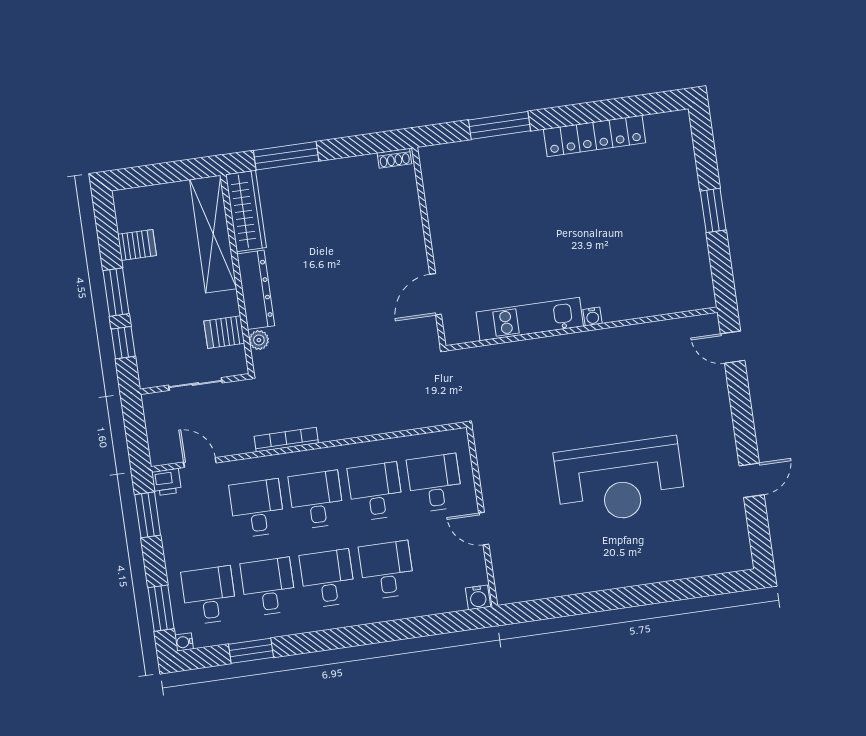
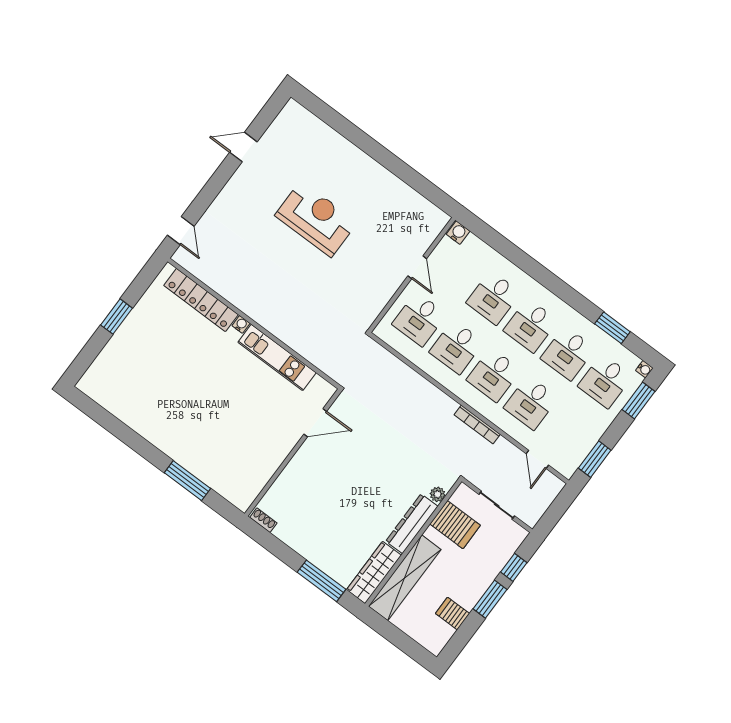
locker: (595, 136) -> (201, 300), moved, turned 180
server rack: (224, 332) -> (455, 525), width x1.36, depth x1.44
reception desk: (620, 481) -> (316, 219), width x0.74, depth x0.77
printer: (167, 482) -> (566, 467), removed

